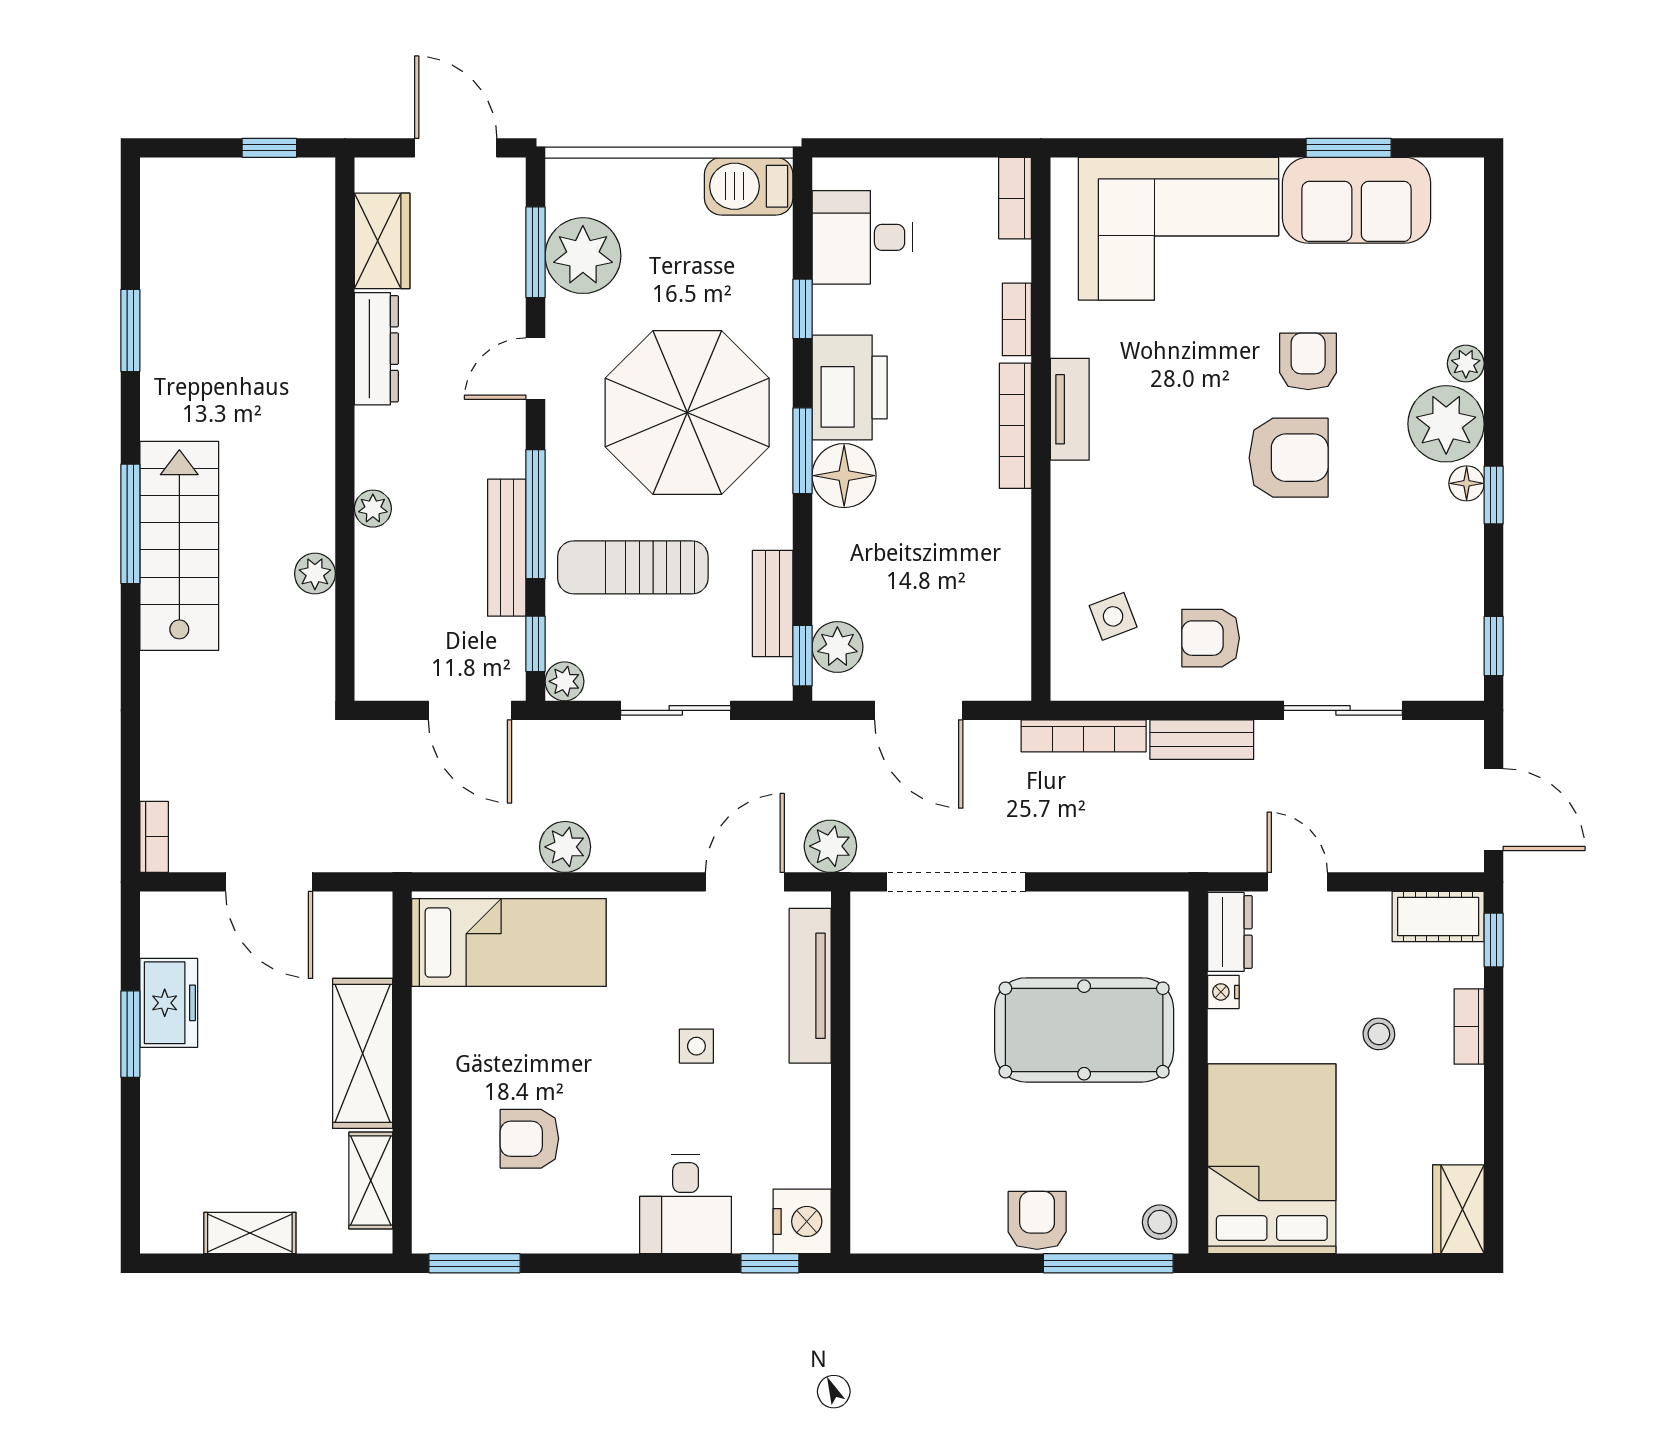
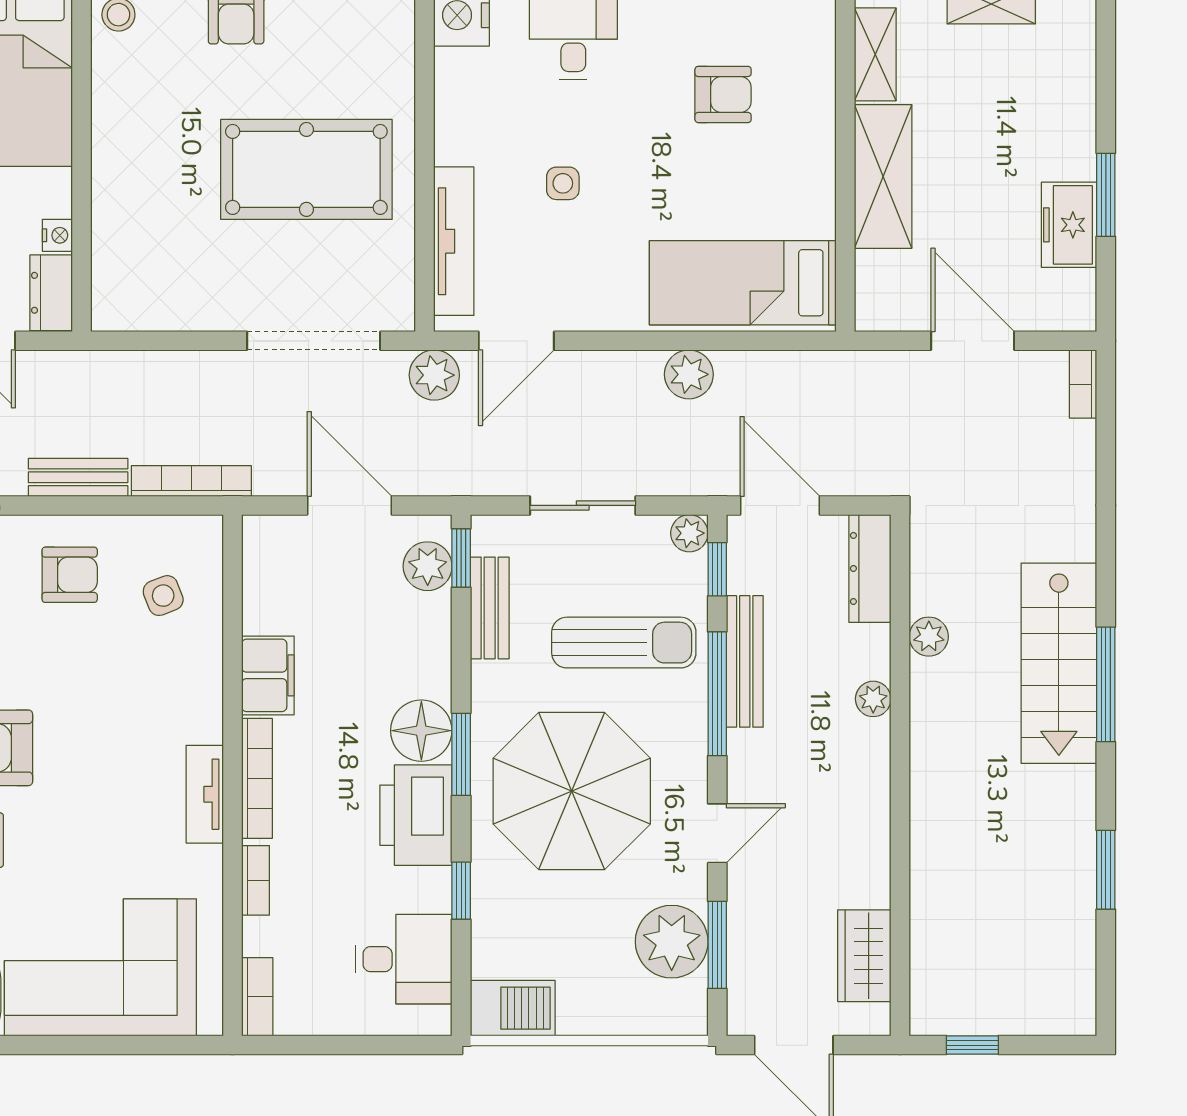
dresser: (376, 349) -> (870, 568), moved
filing cabinet: (1004, 533) -> (268, 675), added
pool table: (1084, 1030) -> (306, 169), moved

